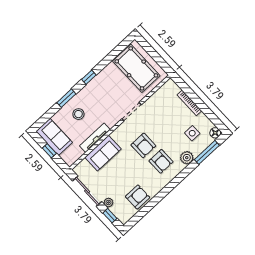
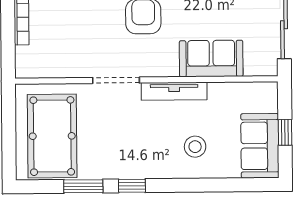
window: (66, 98) -> (83, 186), moved
tv unit: (95, 138) -> (174, 91), moved

